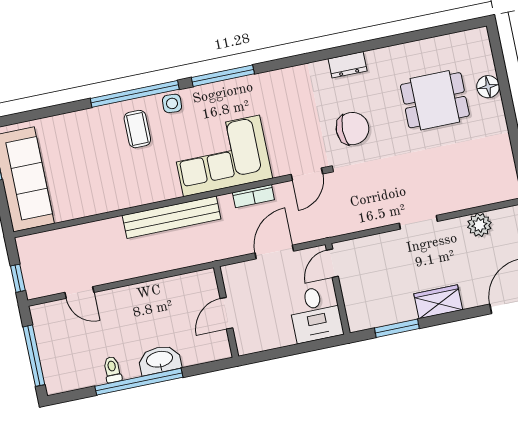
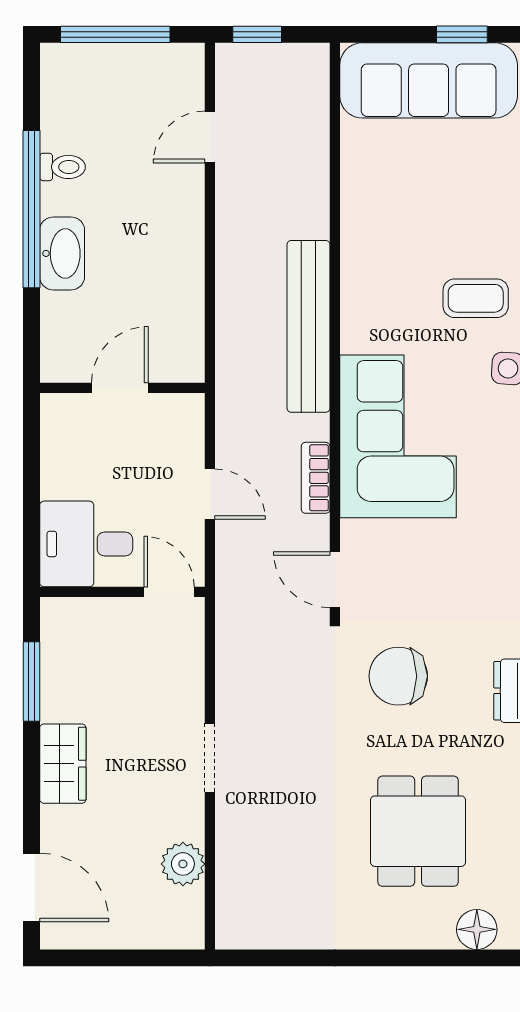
floor lamp: (488, 87) -> (477, 929), moved
chair: (352, 129) -> (398, 676), turned 90
door: (274, 252) -> (210, 494), width x0.73
door: (226, 313) -> (120, 388), hinge flipped

